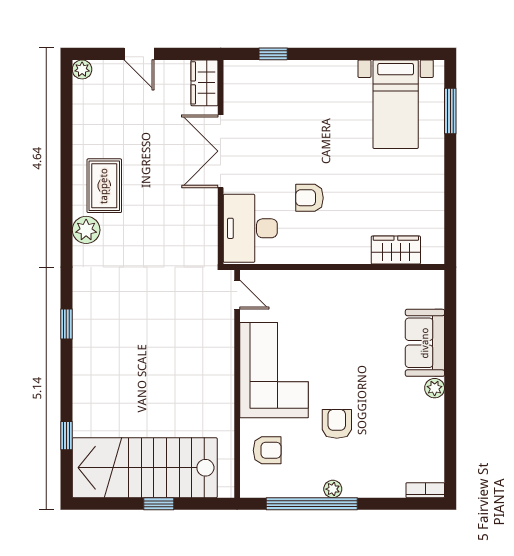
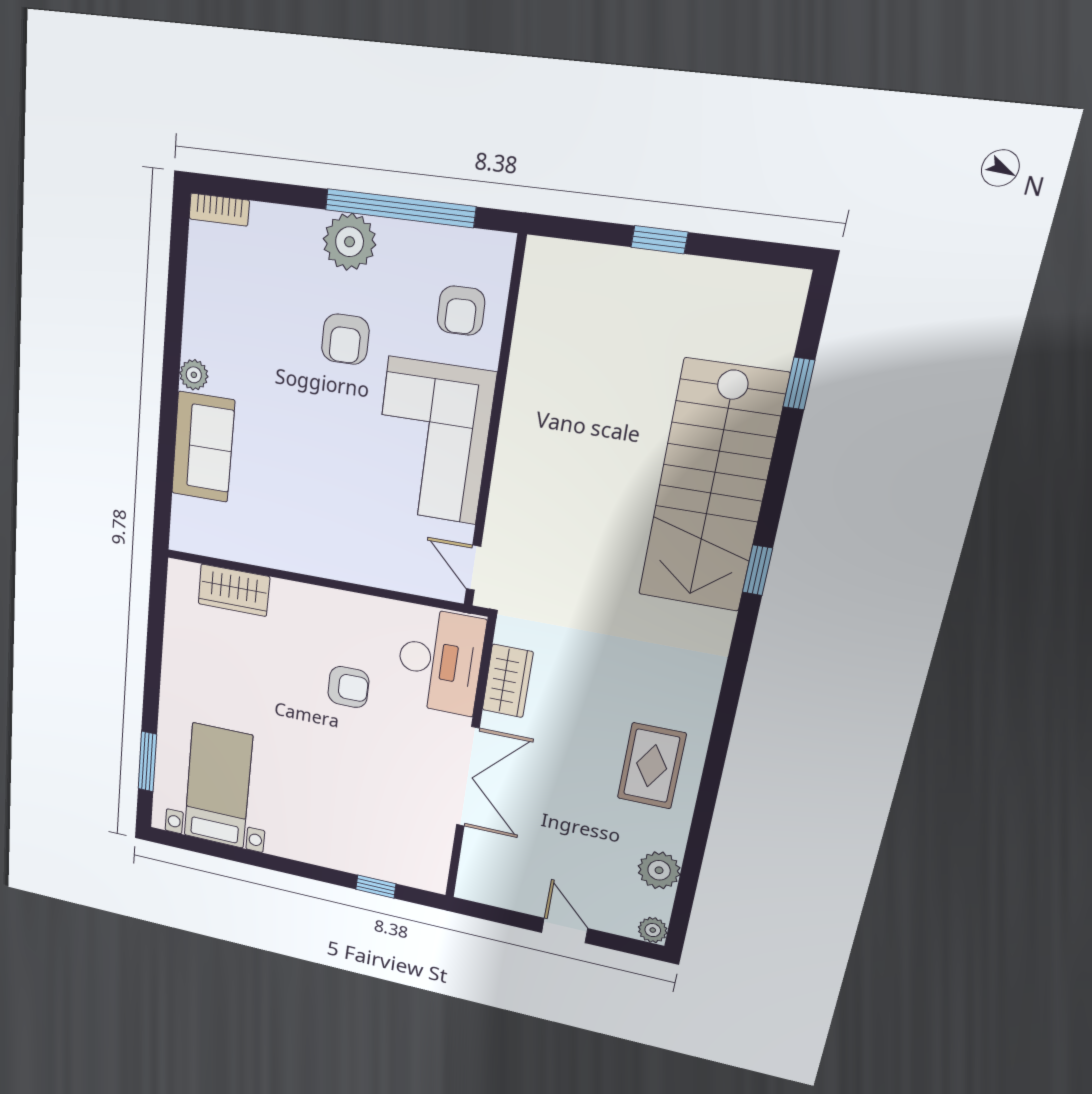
wardrobe: (204, 83) -> (508, 681), moved
plant: (86, 230) -> (659, 870), moved
armchair: (267, 450) -> (461, 311), turned -91
stairs: (145, 468) -> (712, 487), moved, turned 90
plant: (333, 489) -> (350, 242), width x1.88, depth x1.88

